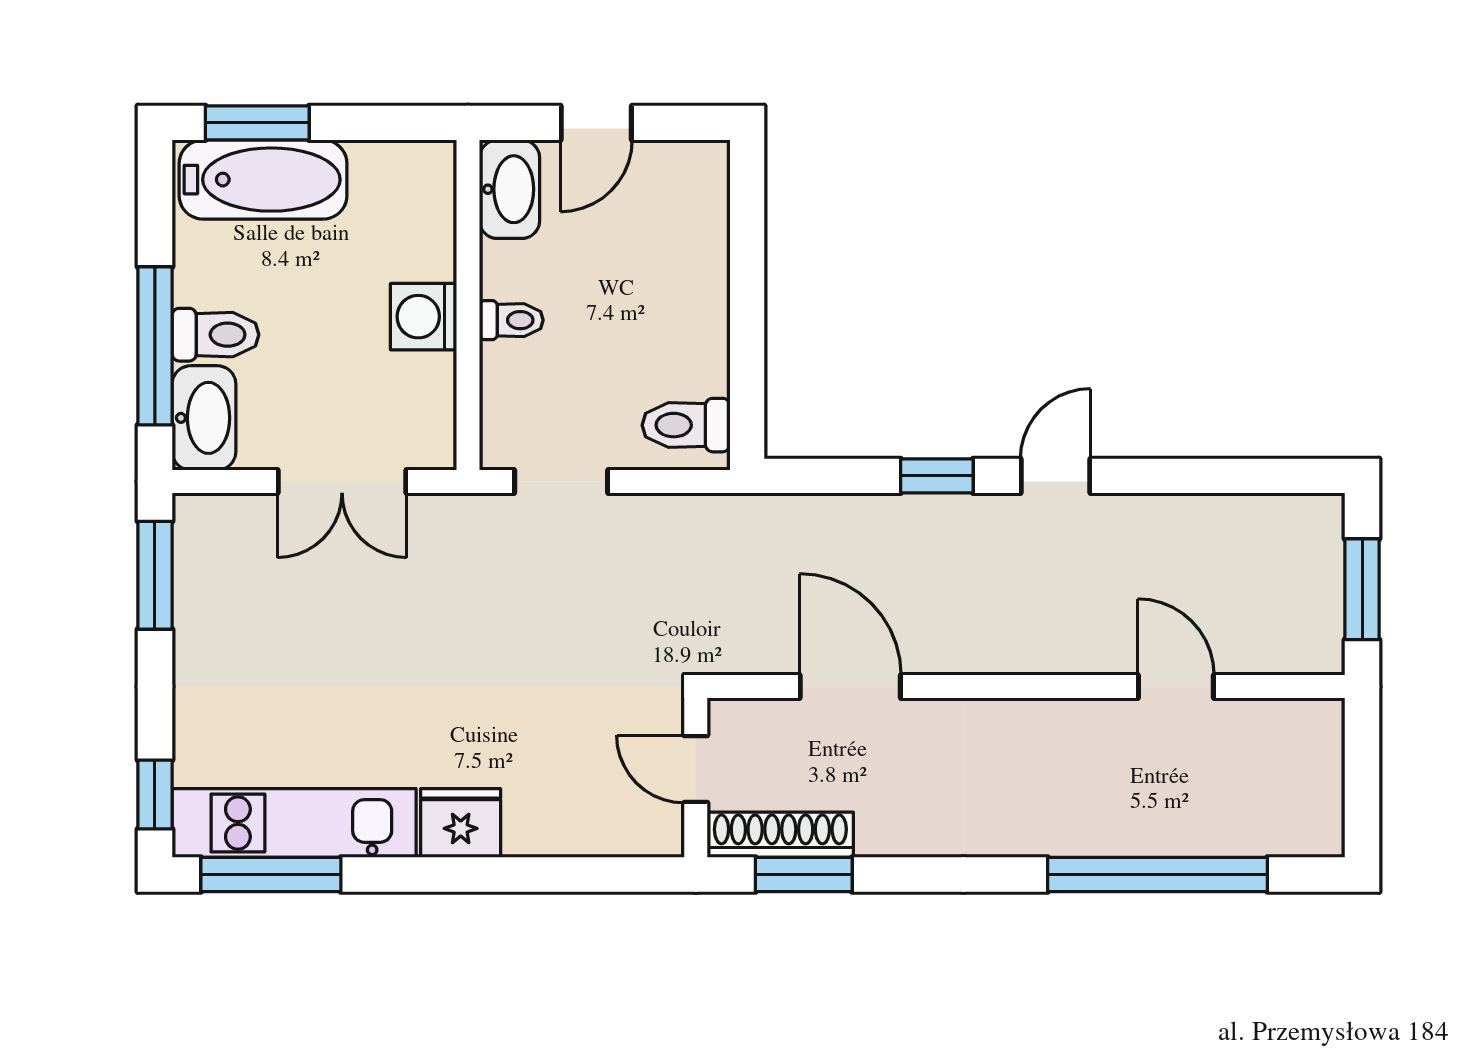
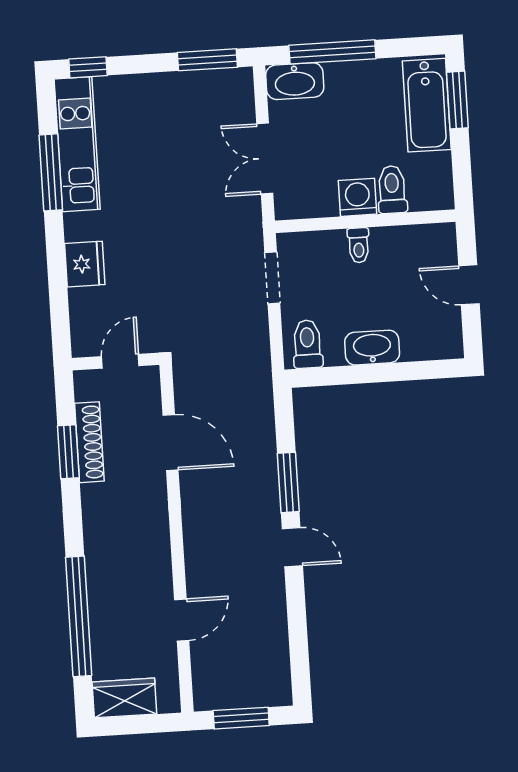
washbasin: (510, 189) -> (372, 348), moved, turned 180
toilet: (215, 335) -> (392, 190), moved, turned 180
window: (937, 476) -> (288, 482), width x1.50
door: (850, 687) -> (171, 443), hinge flipped
wardrobe: (1312, 800) -> (124, 698), added
fridge: (461, 823) -> (85, 264), moved
shoe rack: (780, 835) -> (89, 442), moved
window: (271, 874) -> (51, 172), moved
window: (804, 874) -> (68, 452), moved

